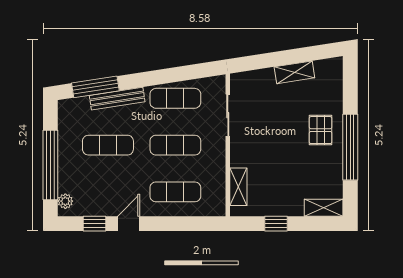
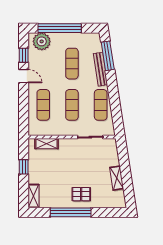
plant: (65, 201) -> (42, 41), width x1.87, depth x1.87

